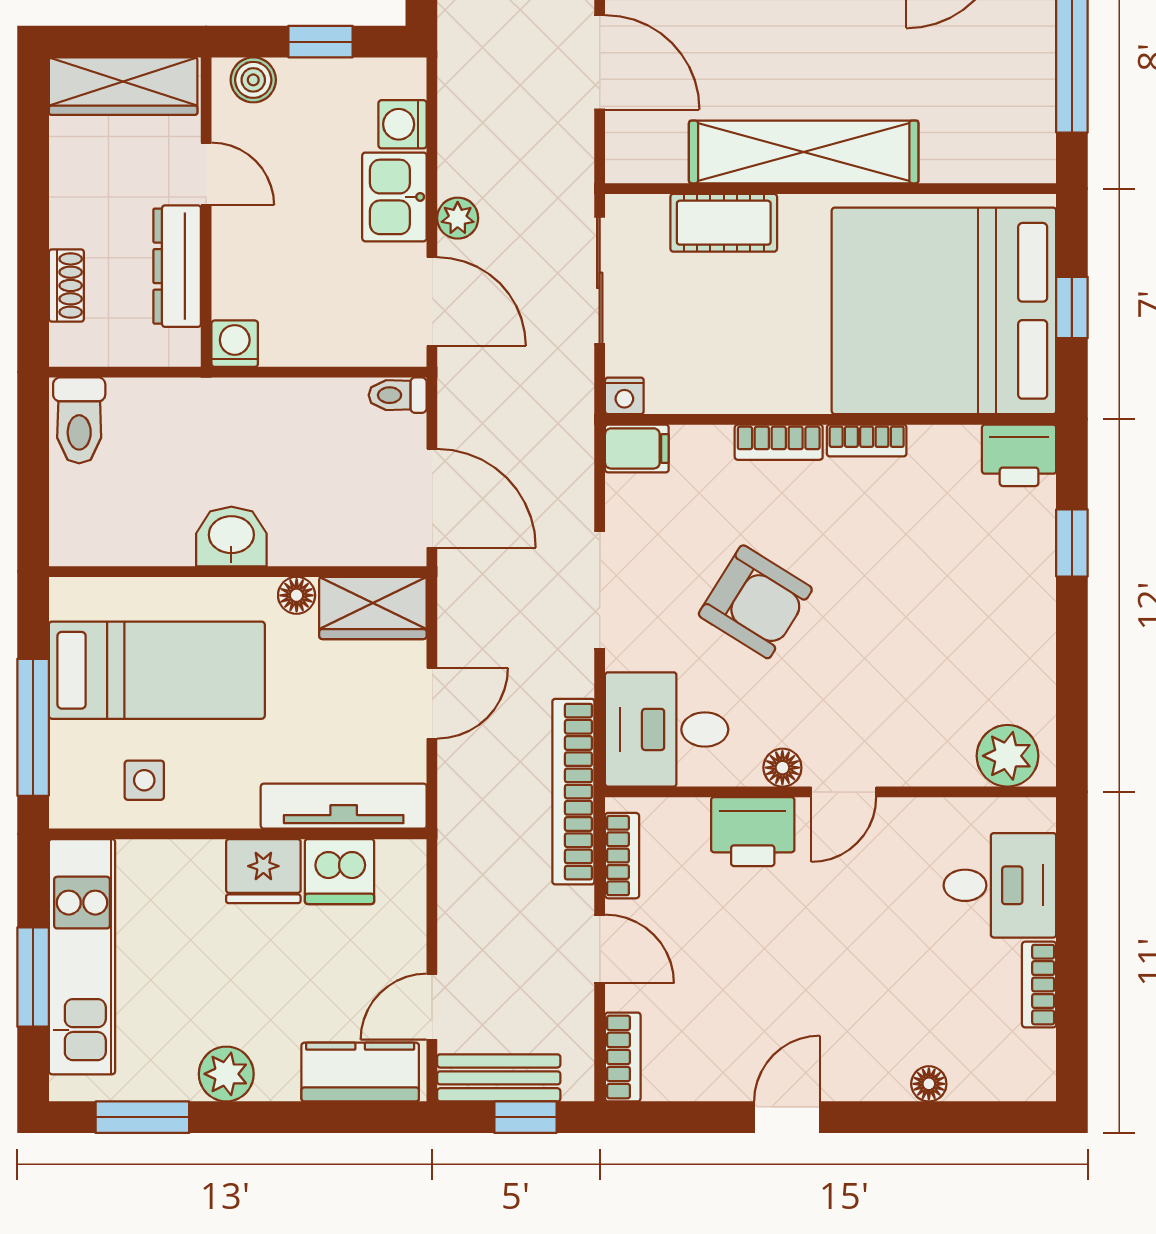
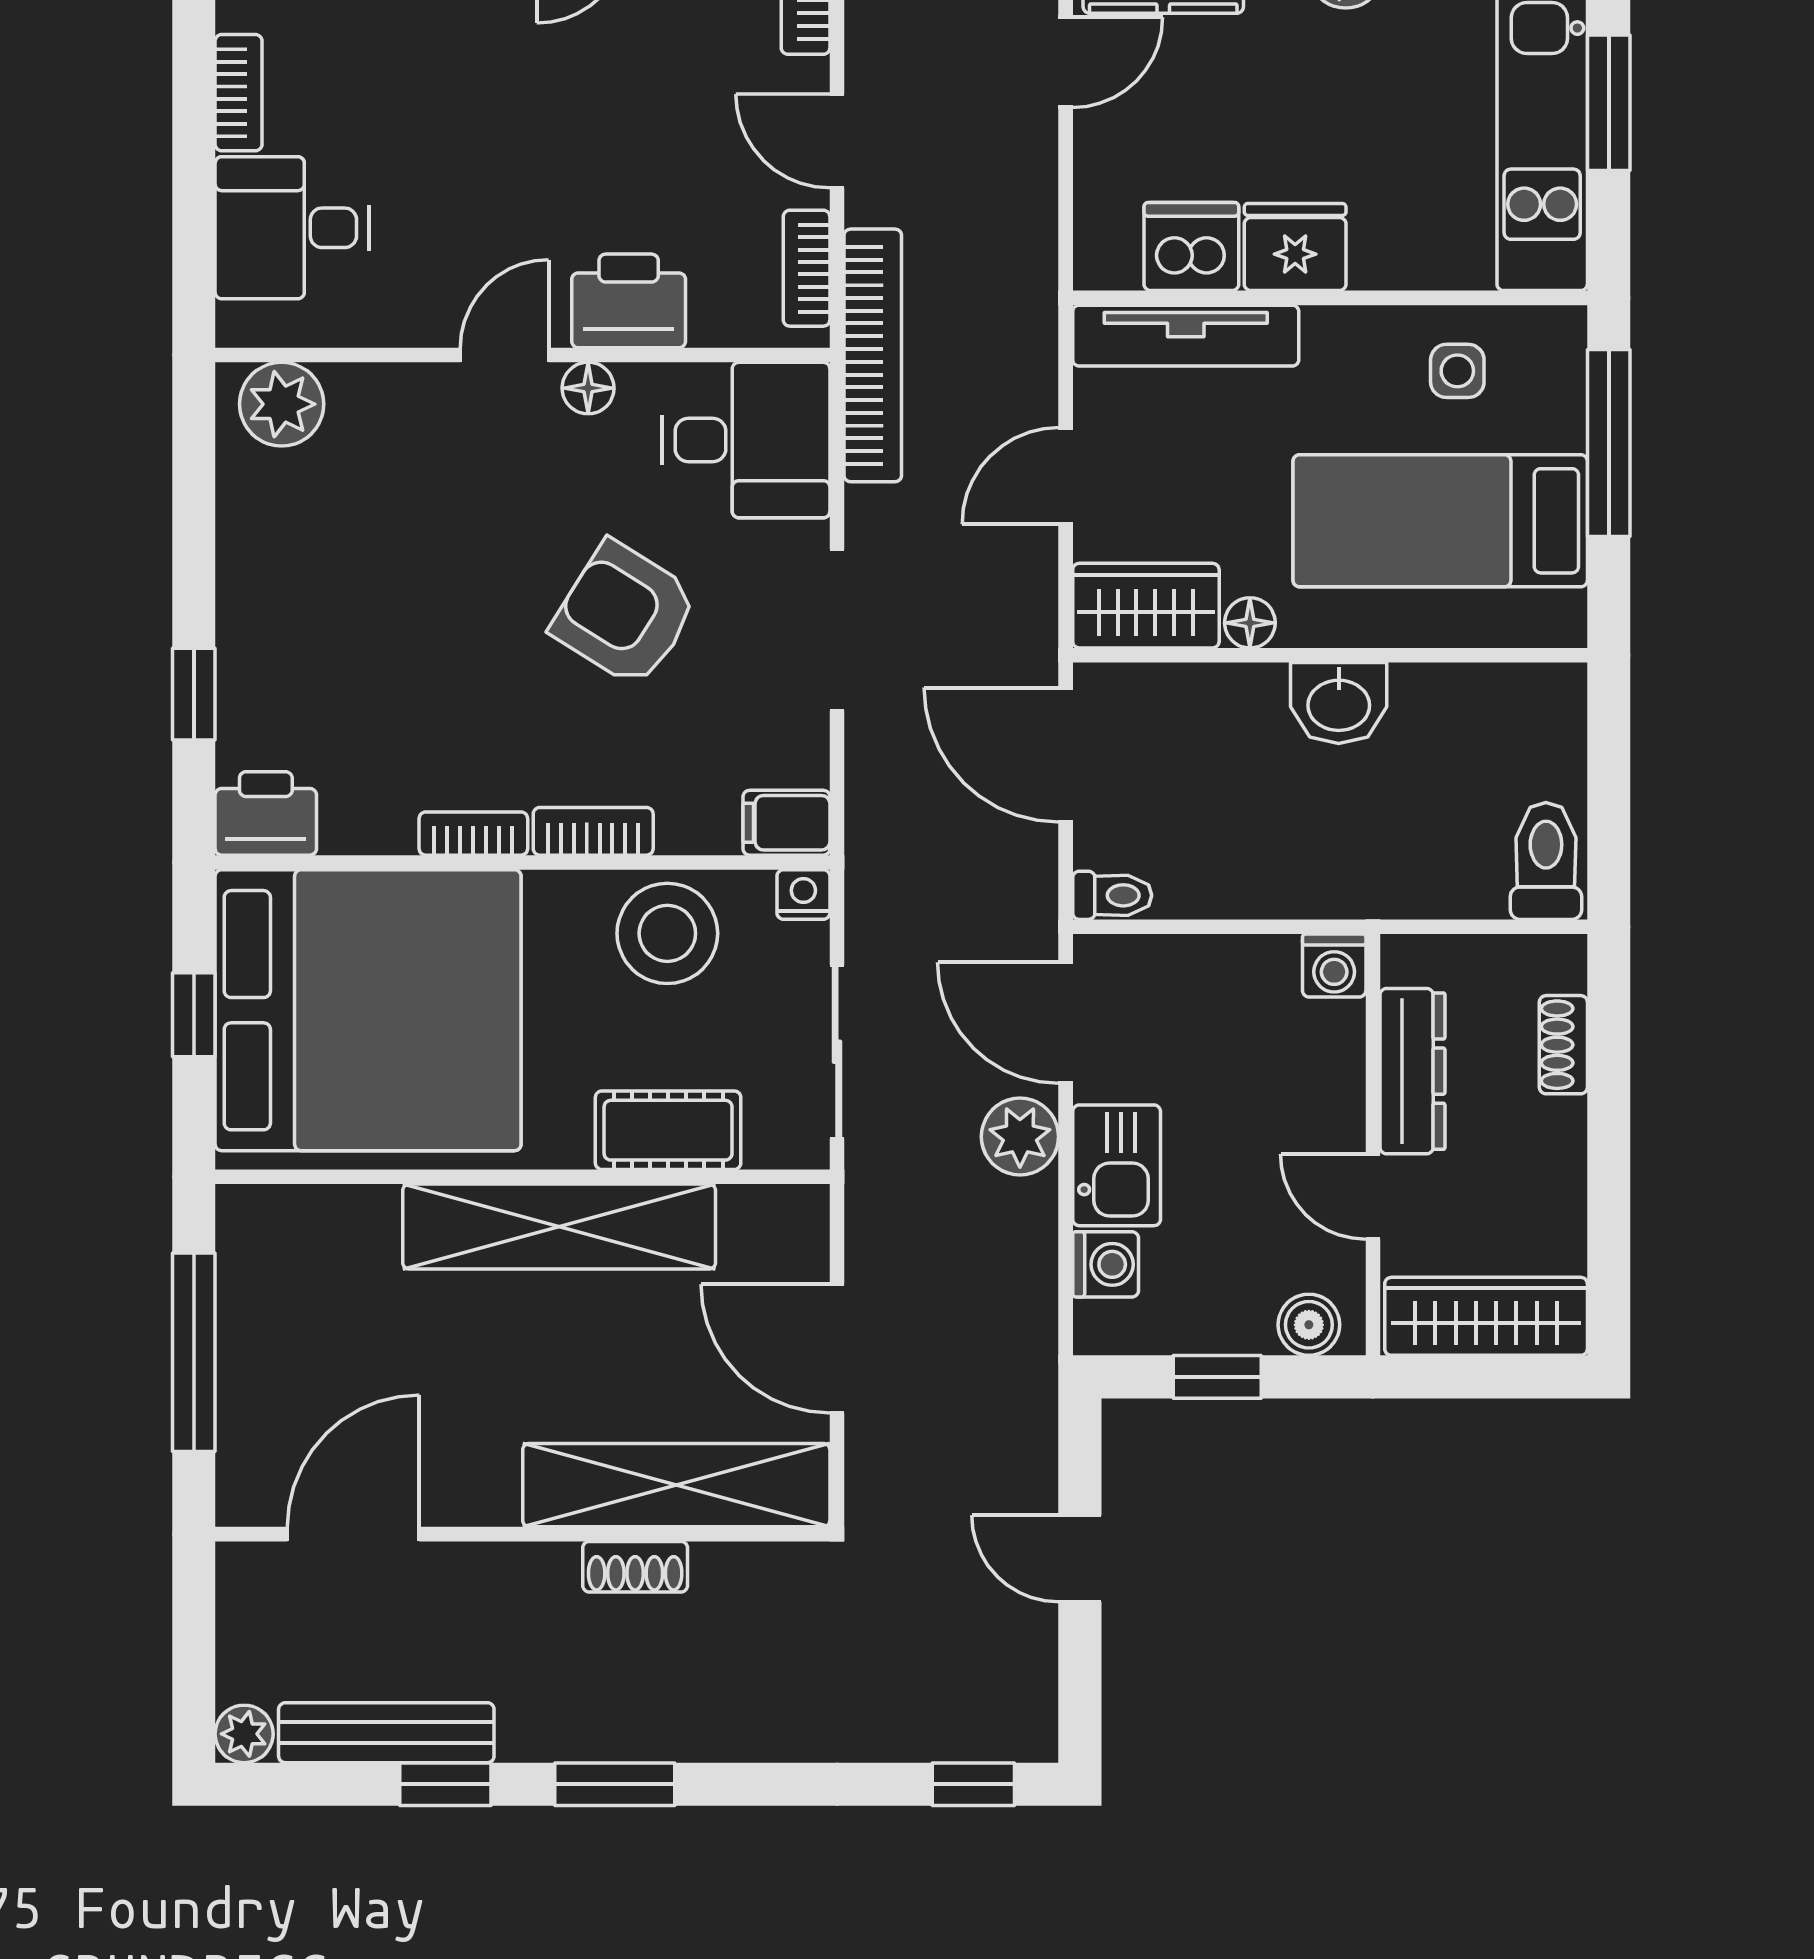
plant: (458, 218) -> (1020, 1137), width x1.38, depth x1.38
stool: (724, 367) -> (667, 933), added

